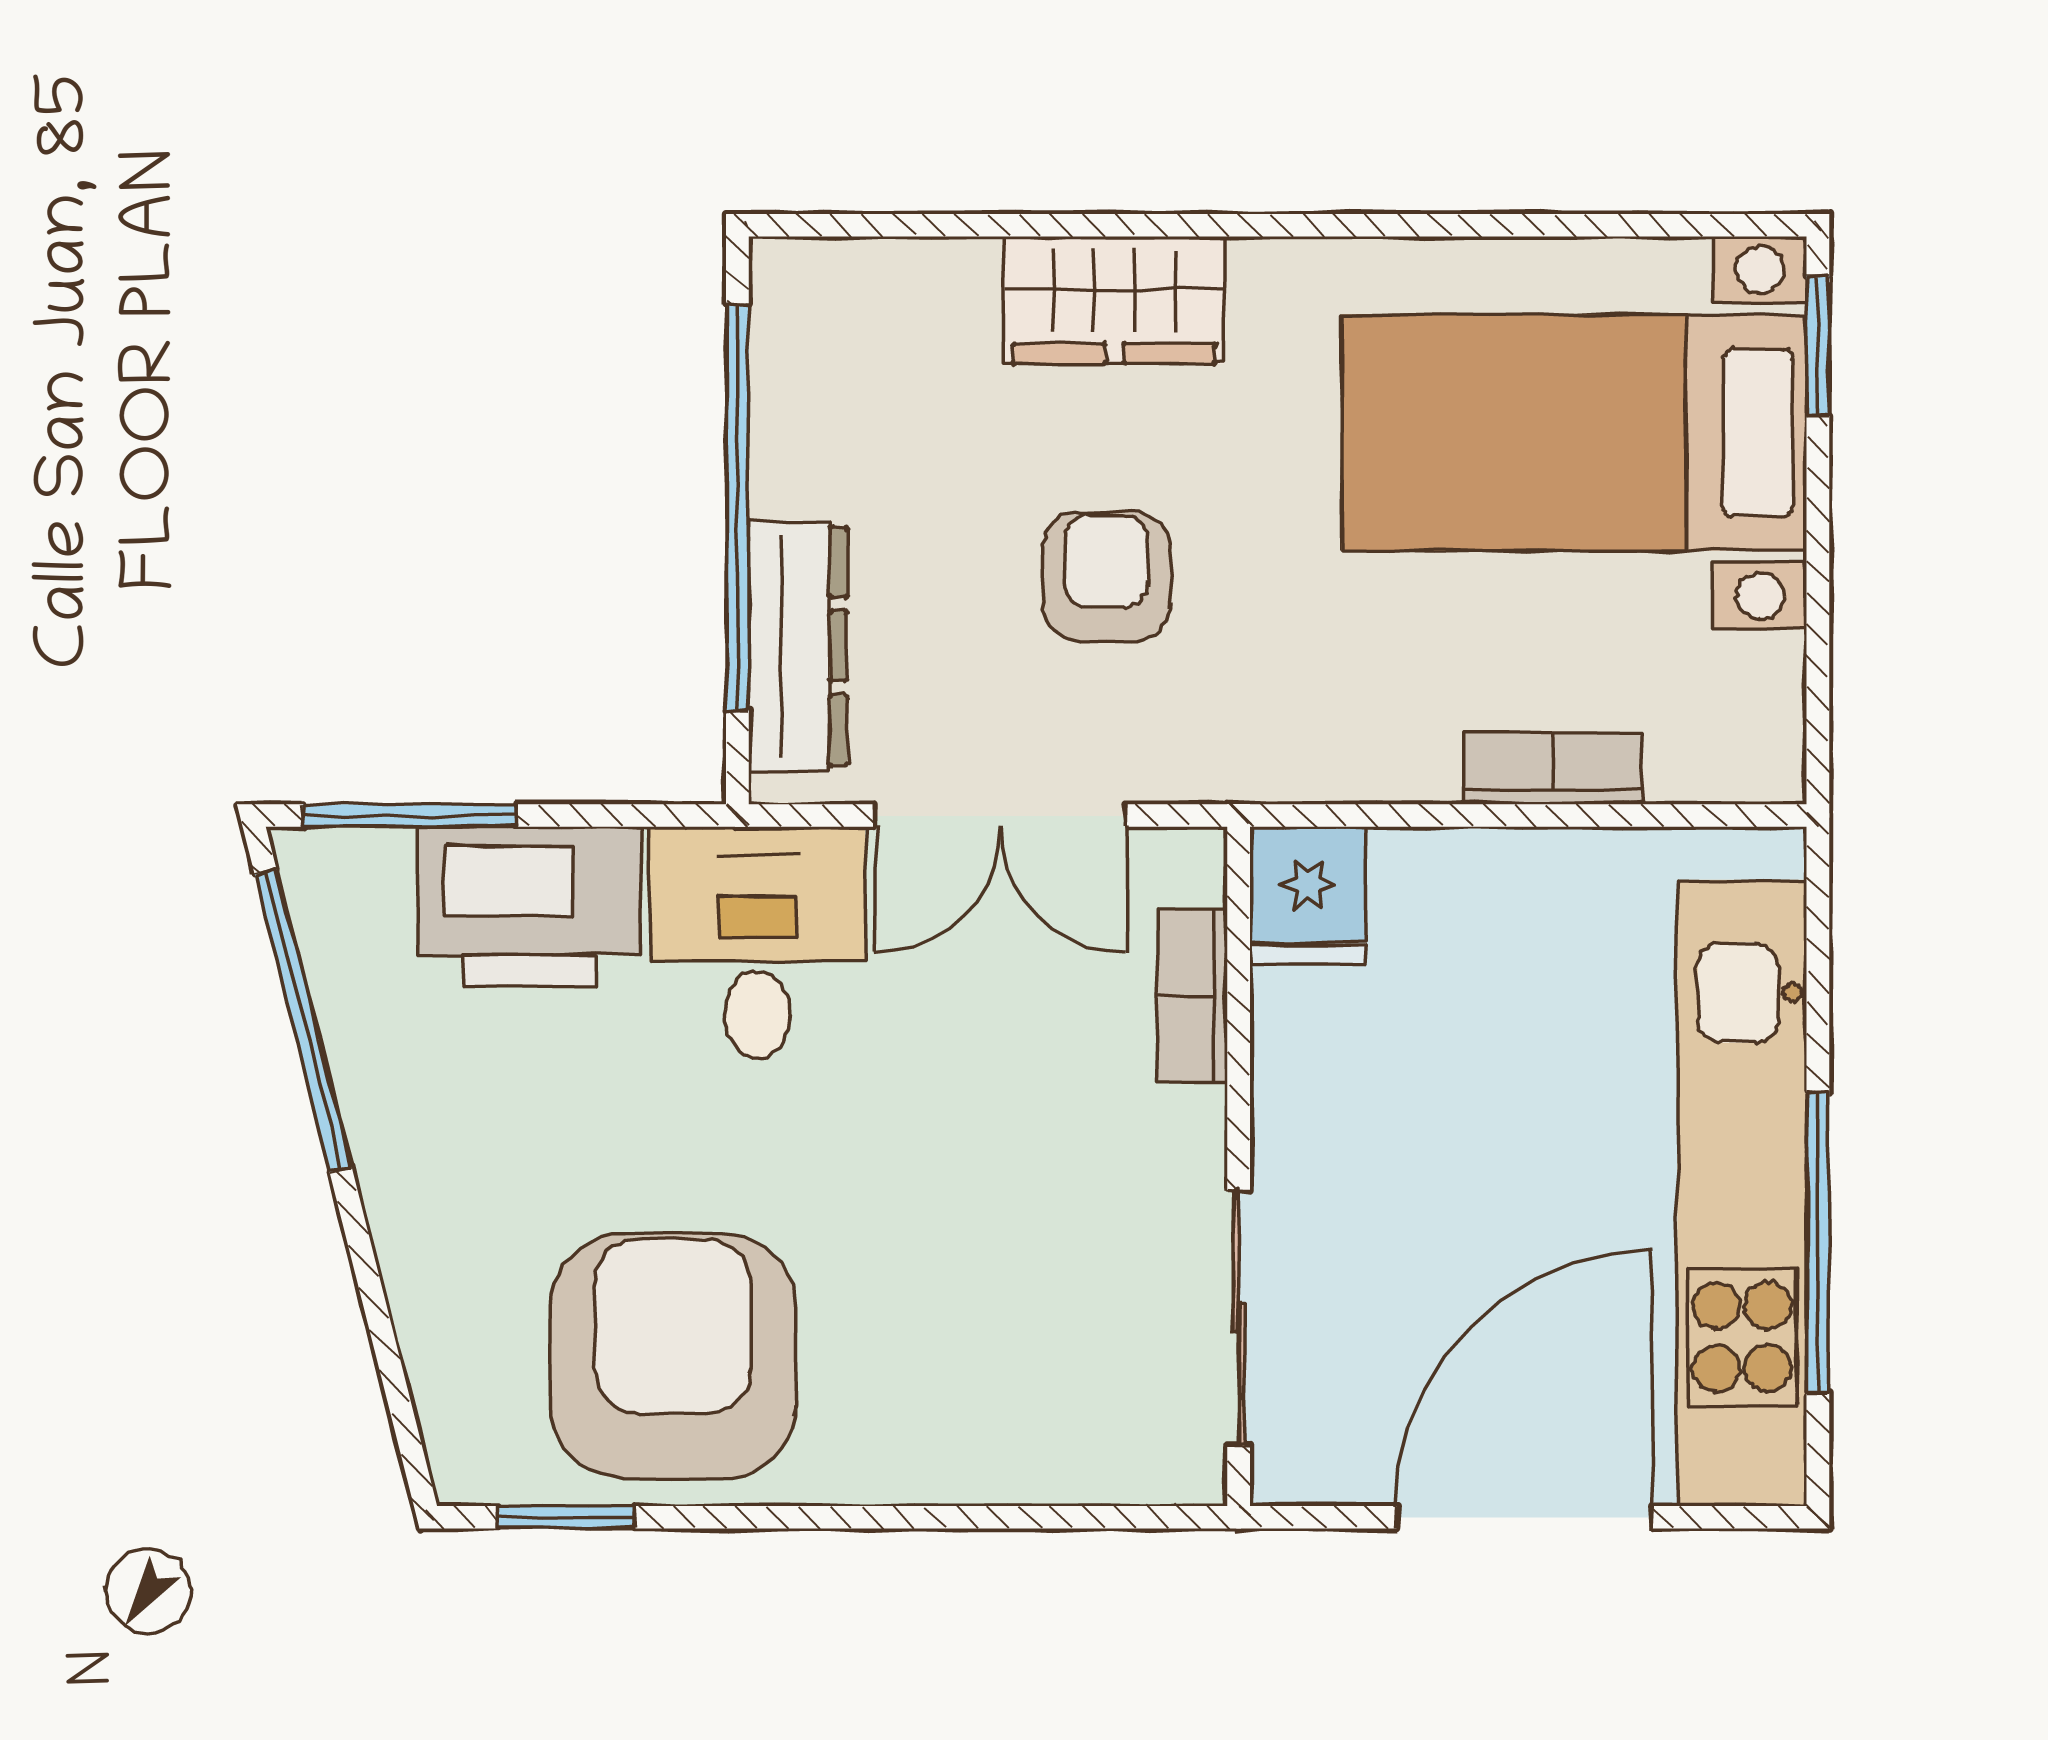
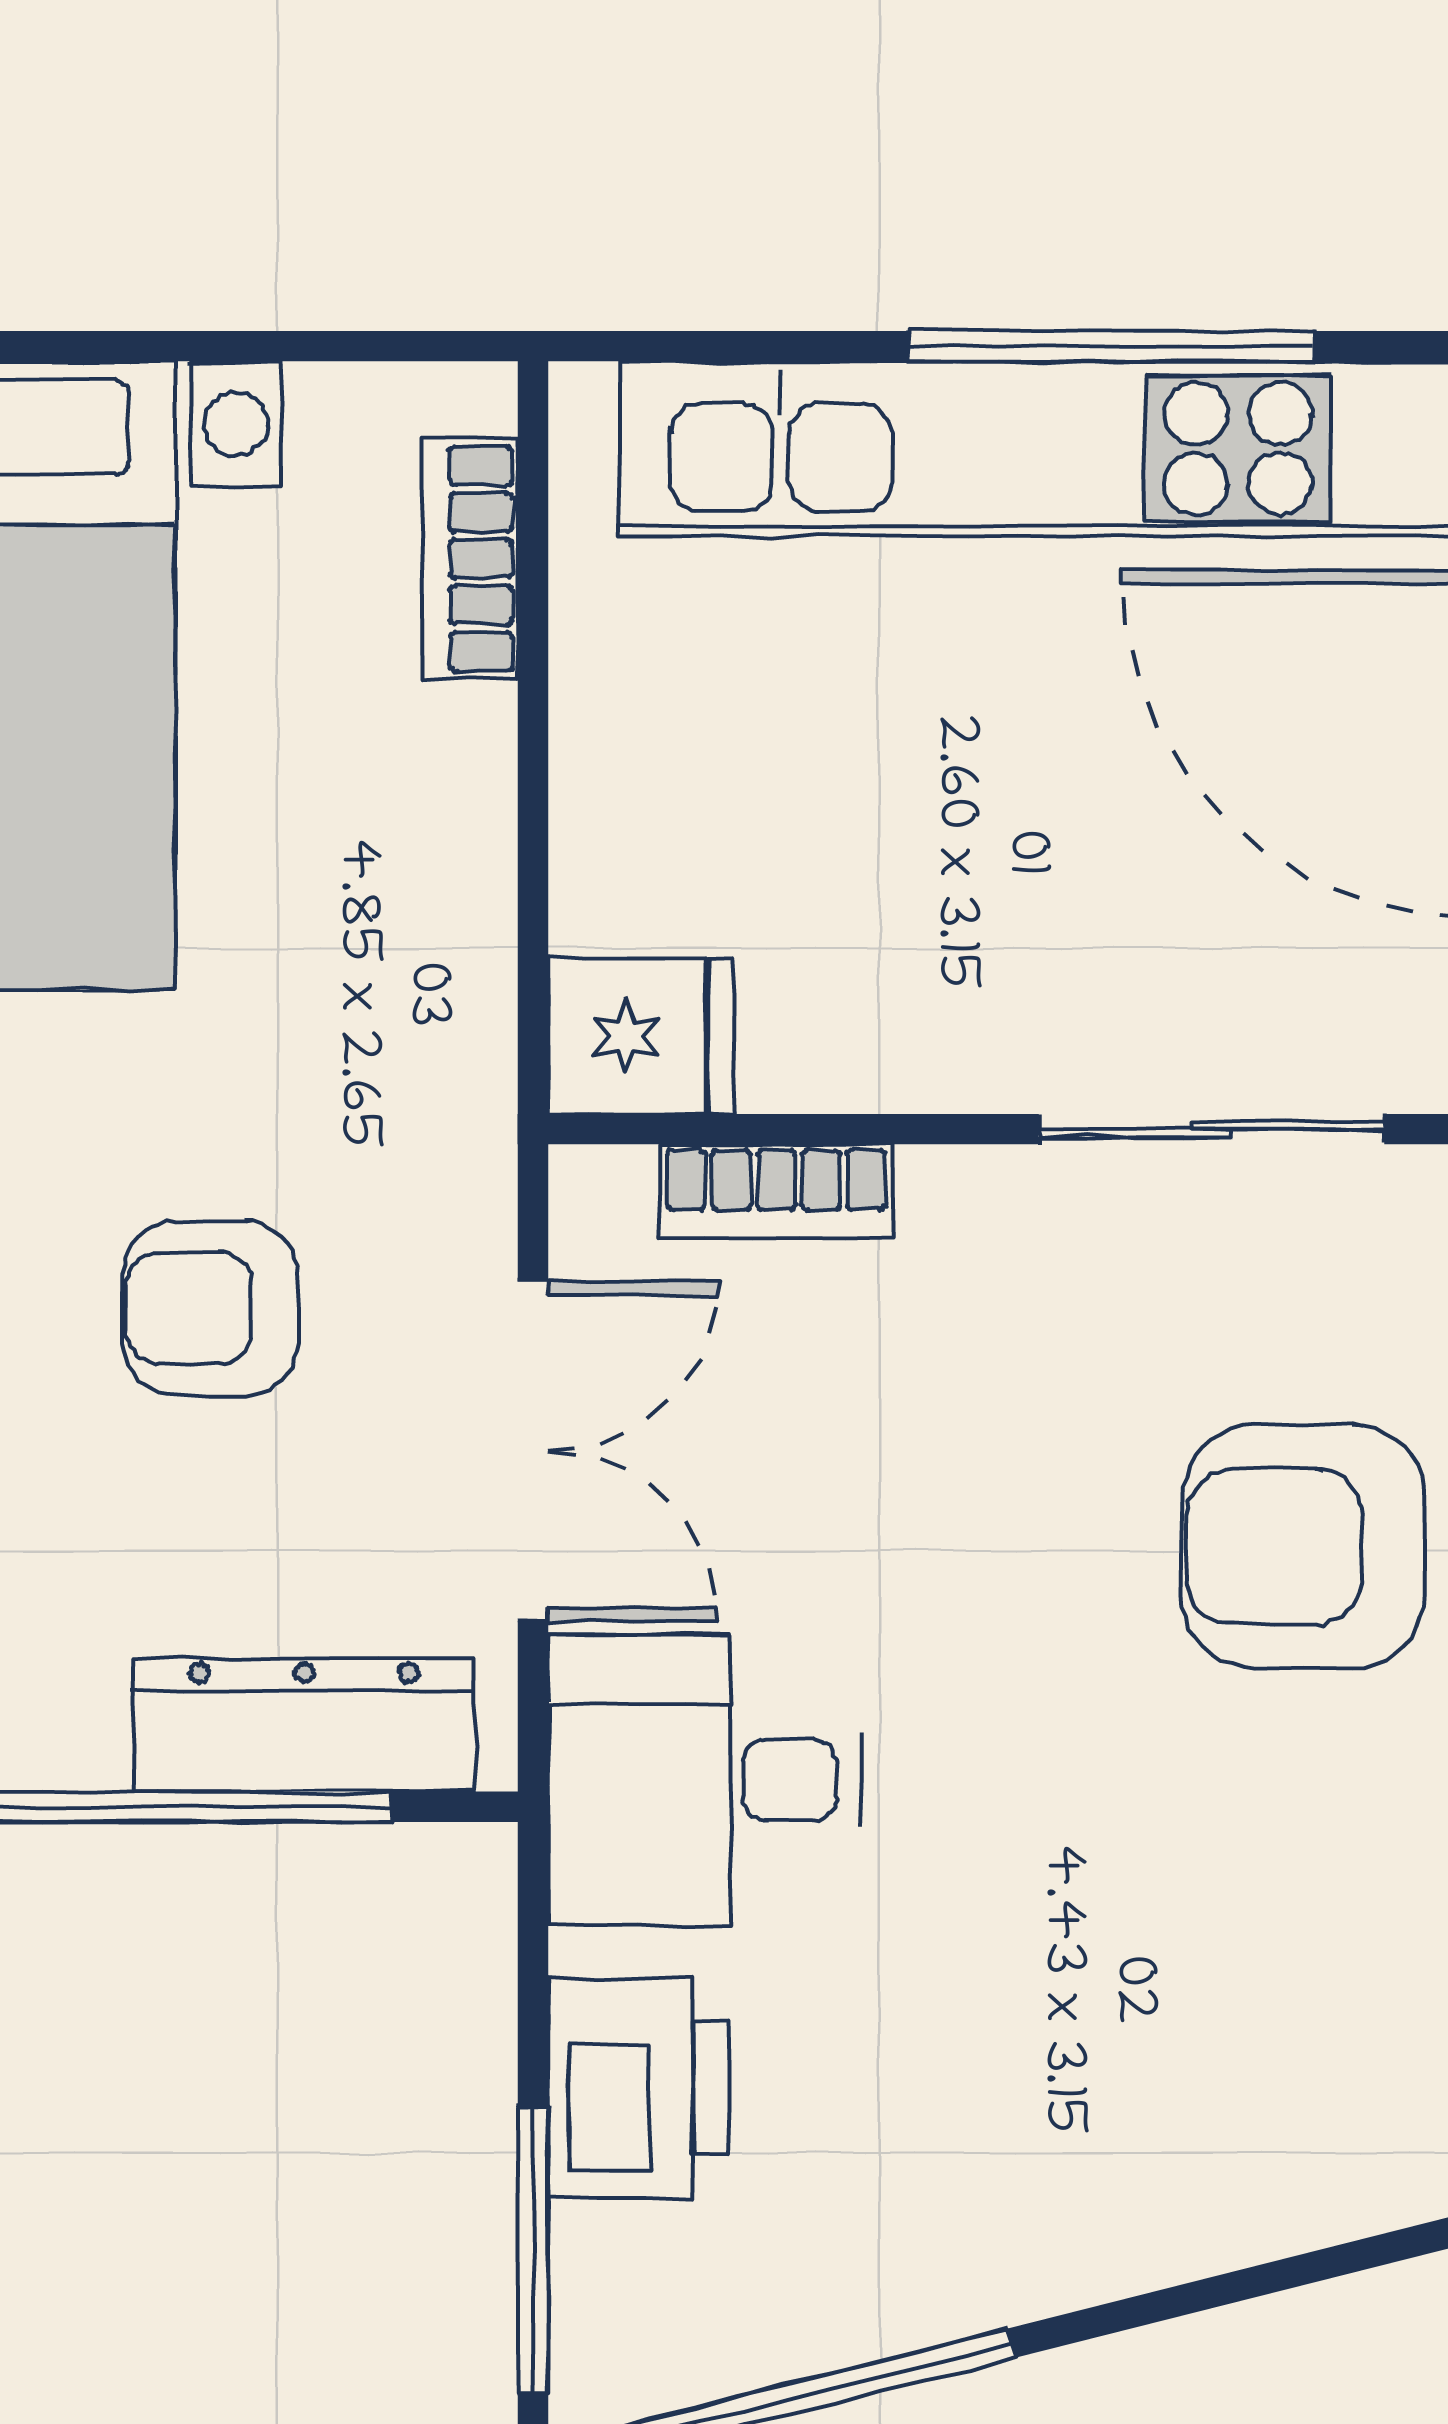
bookcase: (1553, 769) -> (470, 559), moved
printer: (529, 907) -> (639, 2088), width x0.73, depth x0.84
armchair: (673, 1356) -> (1303, 1546), moved, width x0.73, depth x0.73

